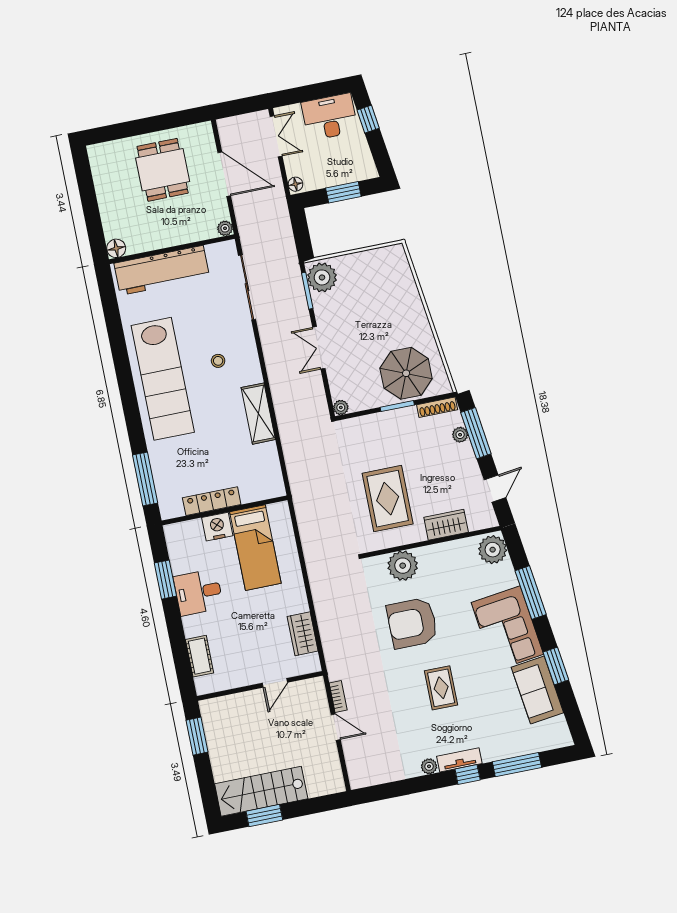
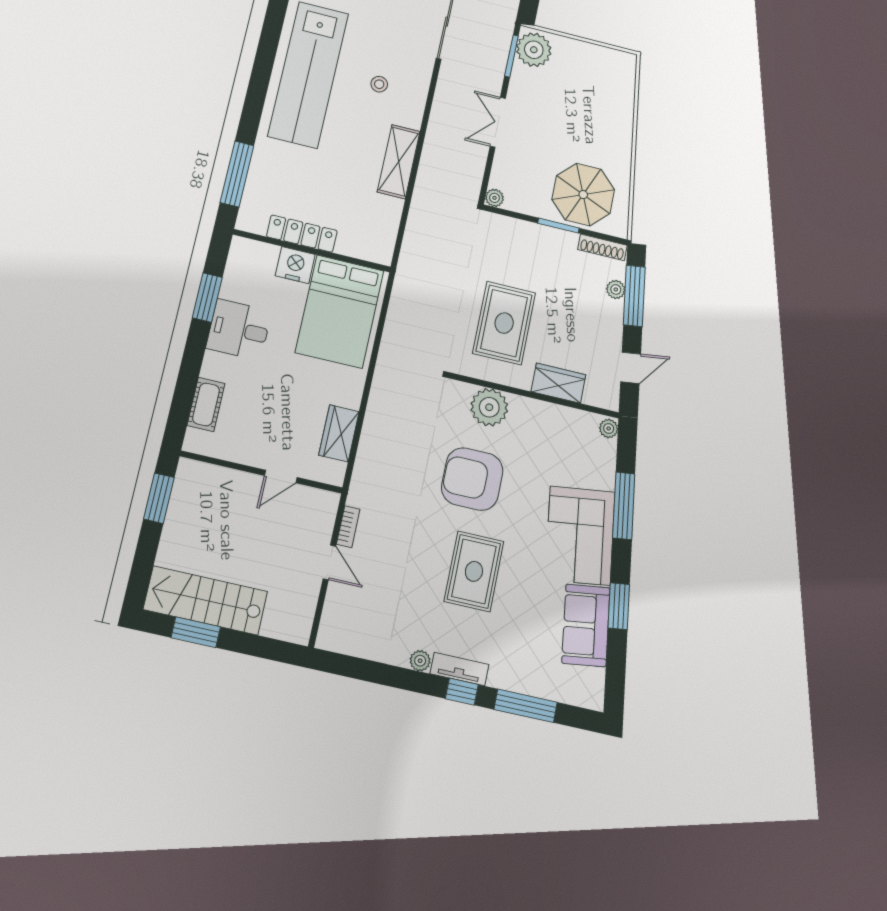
bed: (255, 548) -> (340, 312), width x1.50
plant: (493, 550) -> (609, 428), width x0.53, depth x0.53
rug: (441, 688) -> (474, 571), width x1.36, depth x1.43

